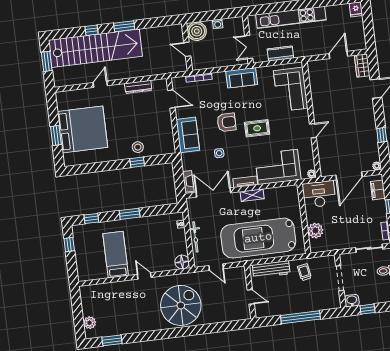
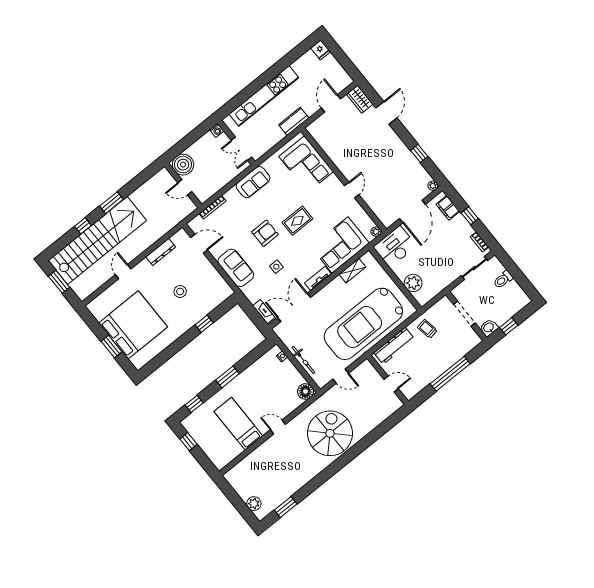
washing machine: (218, 24) -> (217, 130), moved
kitchen counter: (280, 54) -> (294, 121), moved
stool: (138, 147) -> (180, 291), moved
shelving: (252, 195) -> (352, 271), moved

